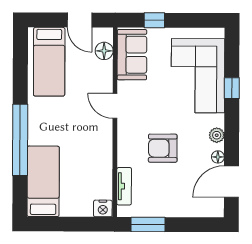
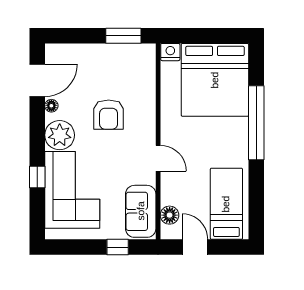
plant: (217, 135) -> (60, 135), width x1.88, depth x1.88
armchair: (163, 148) -> (109, 115), turned 90
bed: (43, 181) -> (215, 80), width x2.04
tv unit: (124, 186) -> (148, 75), removed

